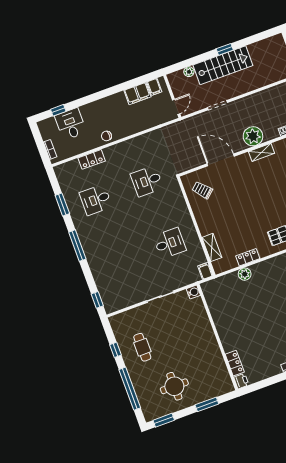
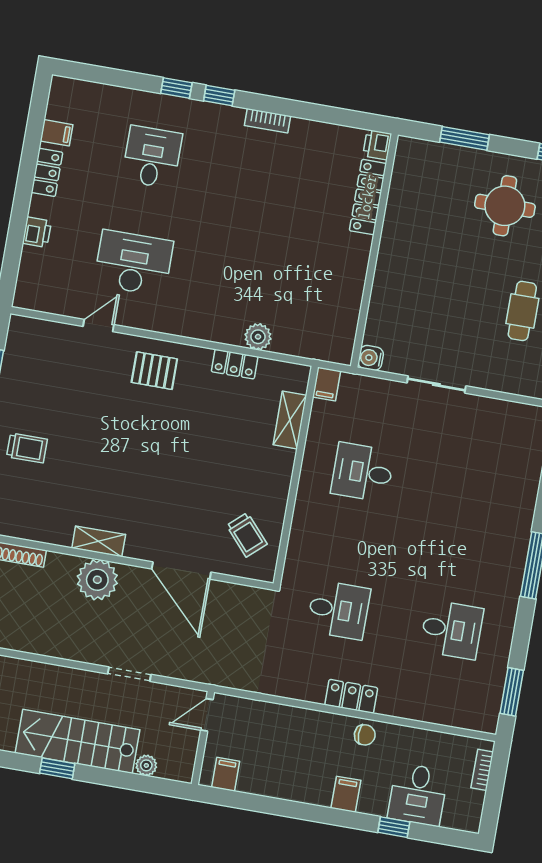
filing cabinet: (137, 94) -> (346, 794), moved, width x0.50
window: (58, 110) -> (394, 827), moved
locker: (92, 159) -> (351, 696), moved
window: (62, 204) -> (512, 692), moved
locker: (235, 363) -> (368, 197), width x1.53

